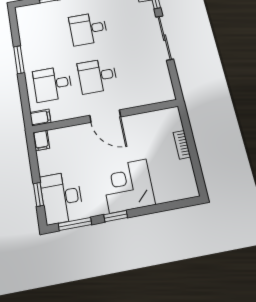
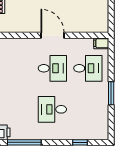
desk: (88, 29) -> (52, 109), turned 180
filing cabinet: (41, 140) -> (103, 26), removed

